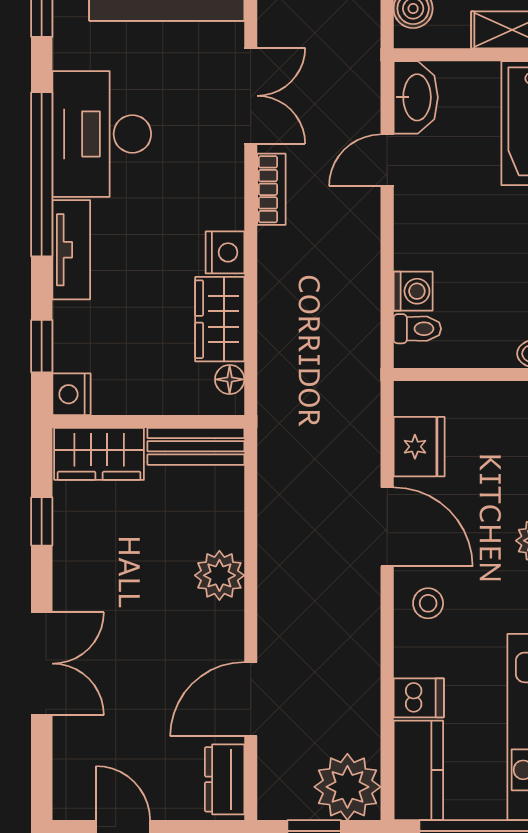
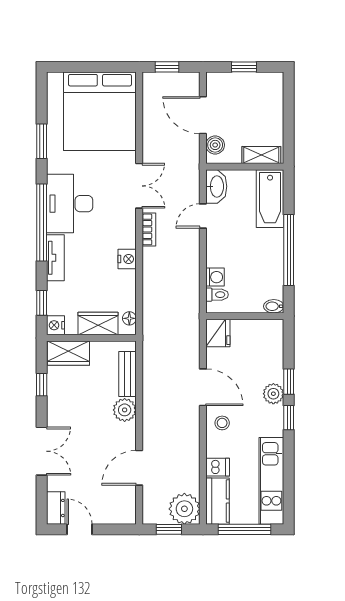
wardrobe: (220, 319) -> (98, 324), moved, turned 90
bench: (196, 446) -> (128, 374), moved, turned 90
fridge: (419, 447) -> (218, 333), moved
dresser: (225, 779) -> (56, 508), moved, turned 180

